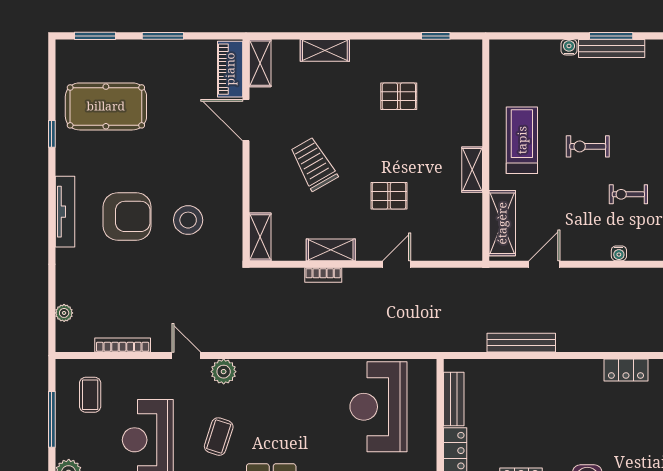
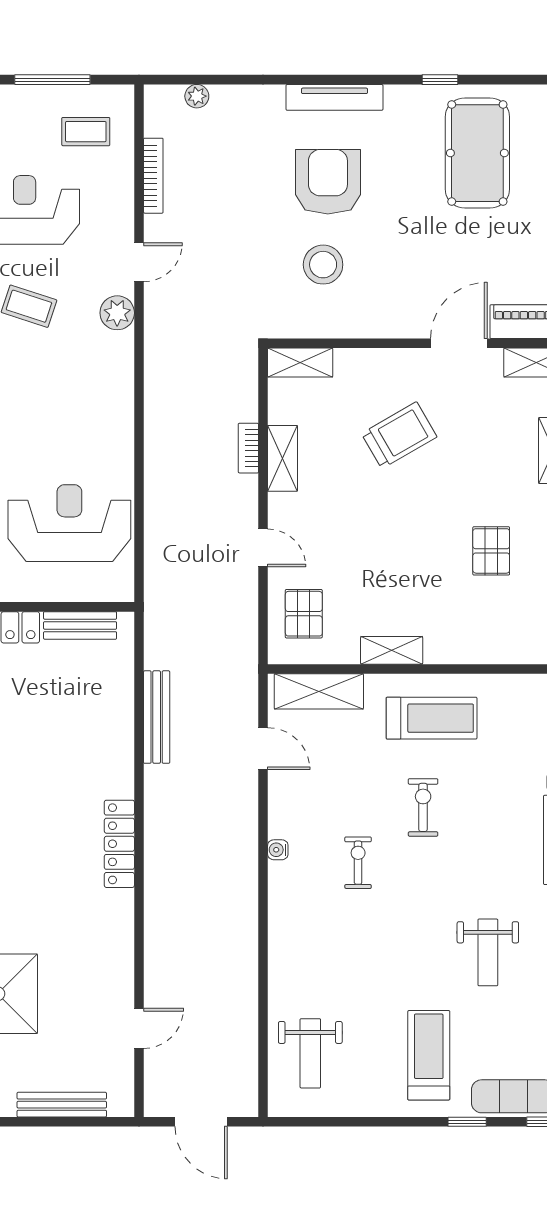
pallet: (389, 196) -> (304, 614), moved
armchair: (127, 216) -> (328, 182), turned 180
locker: (626, 370) -> (119, 844), width x1.53

